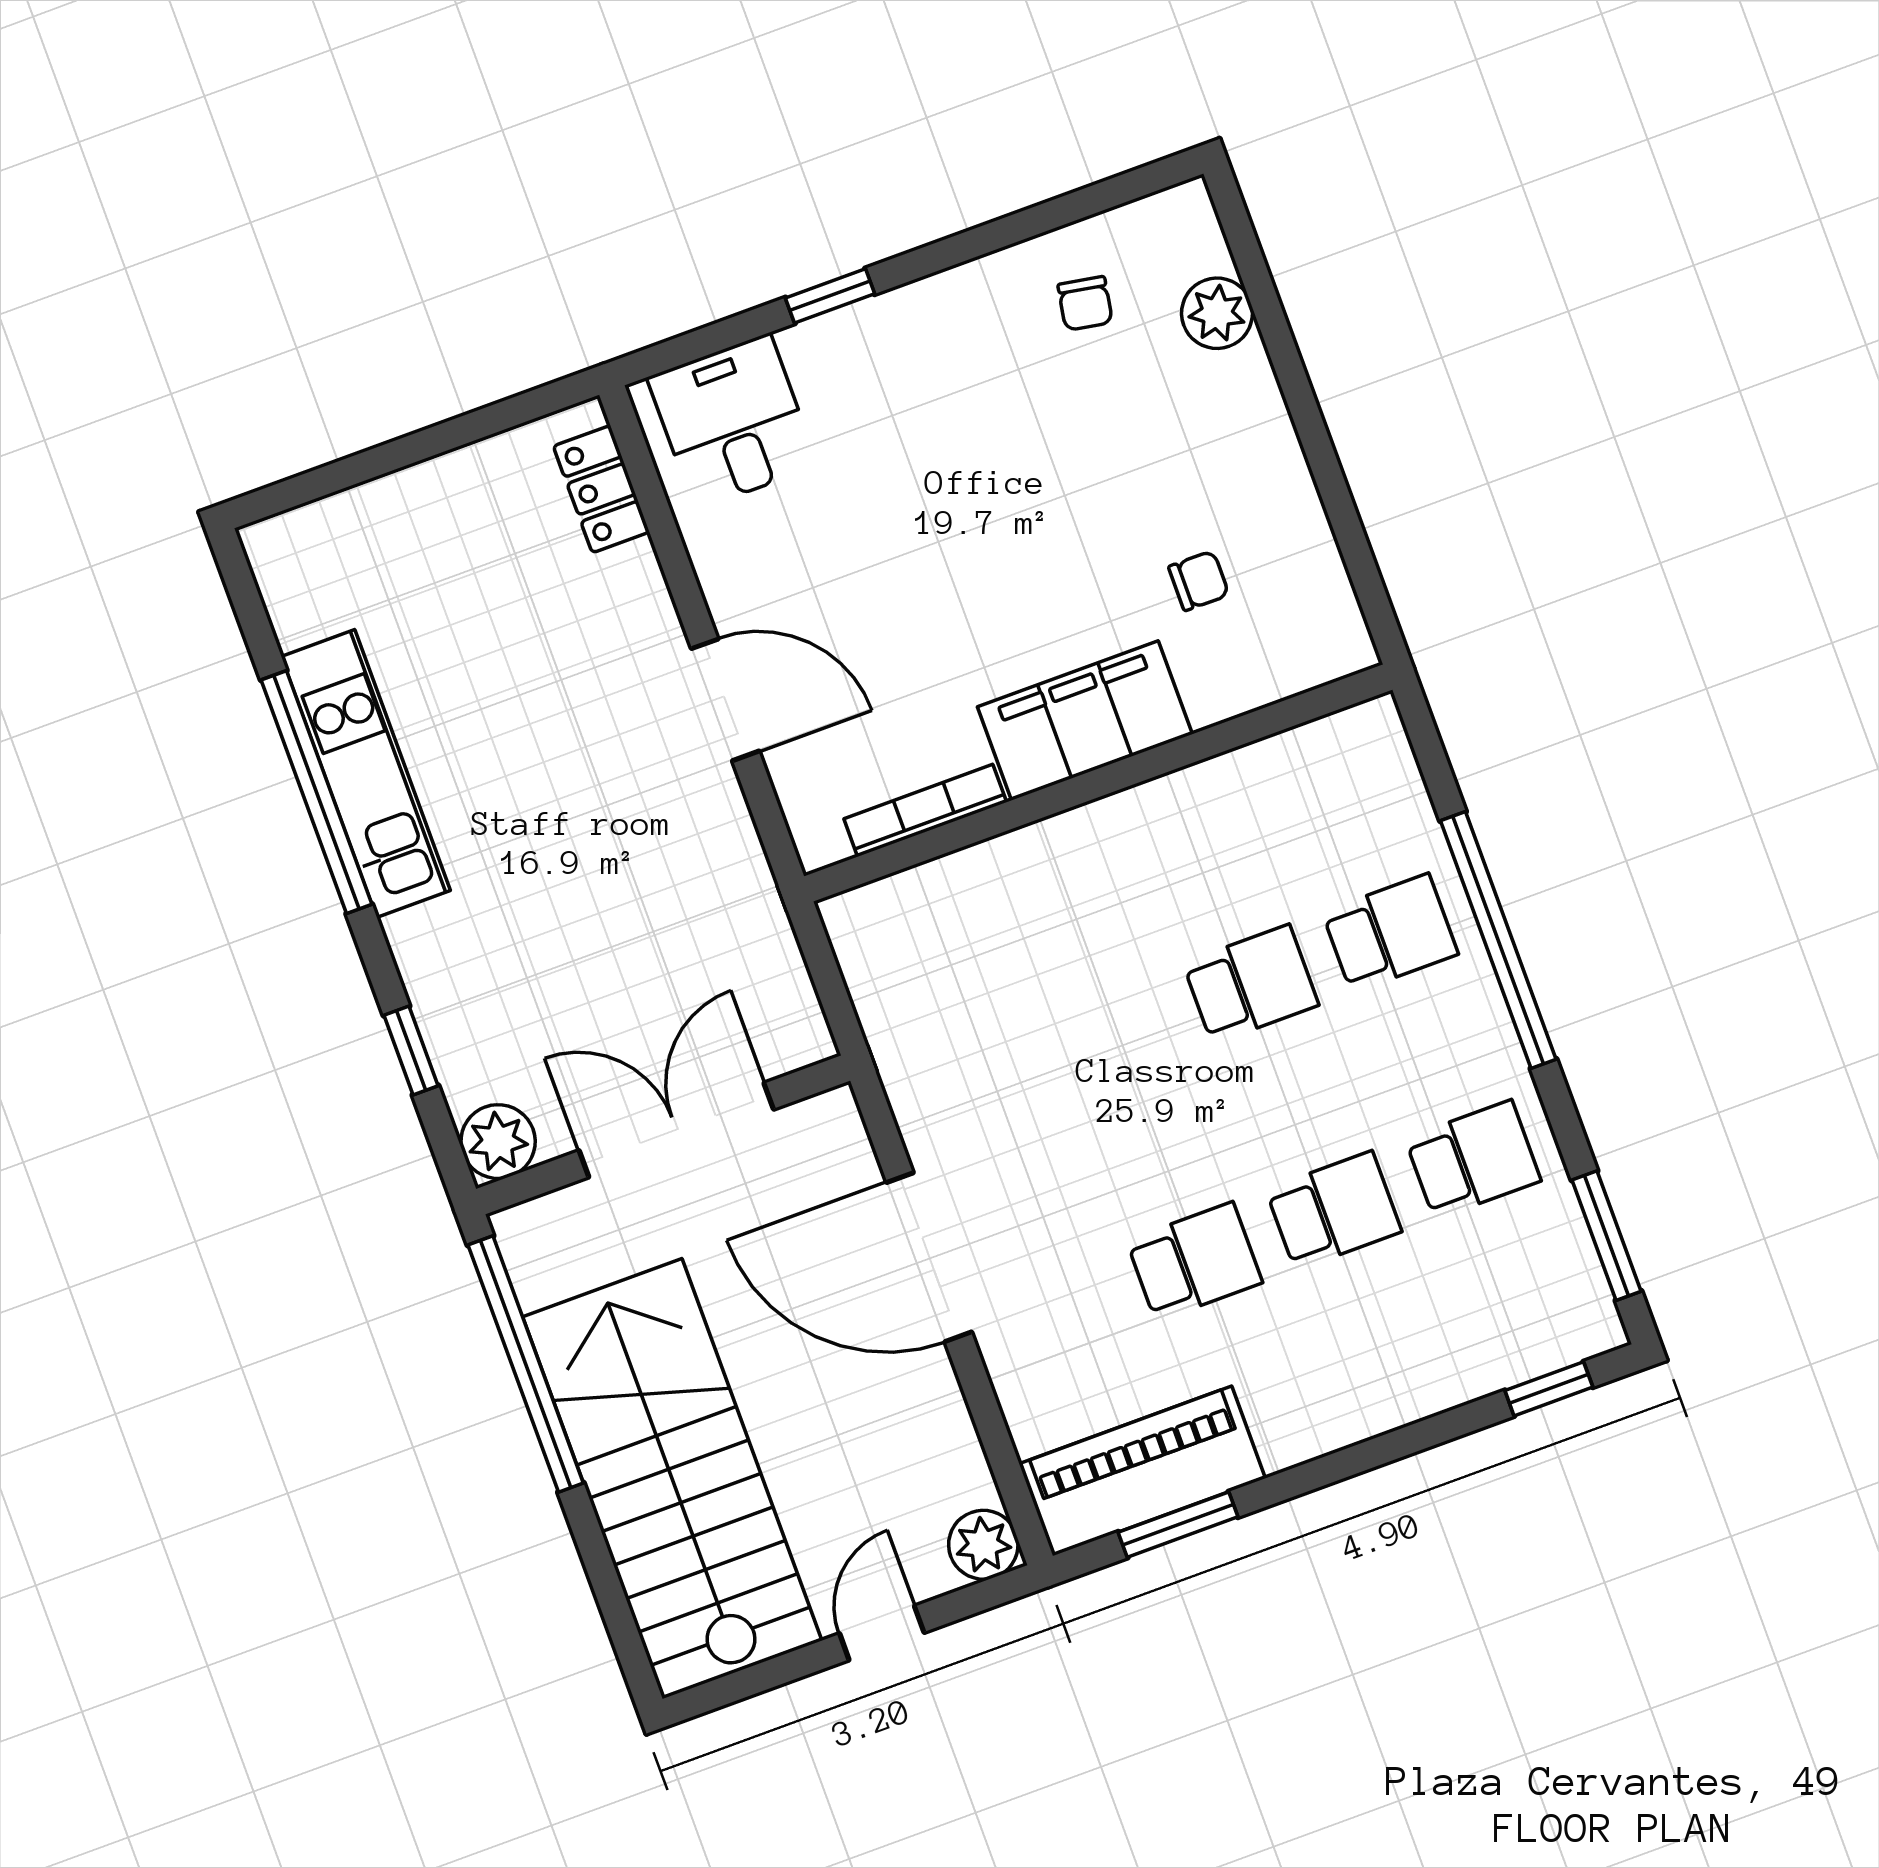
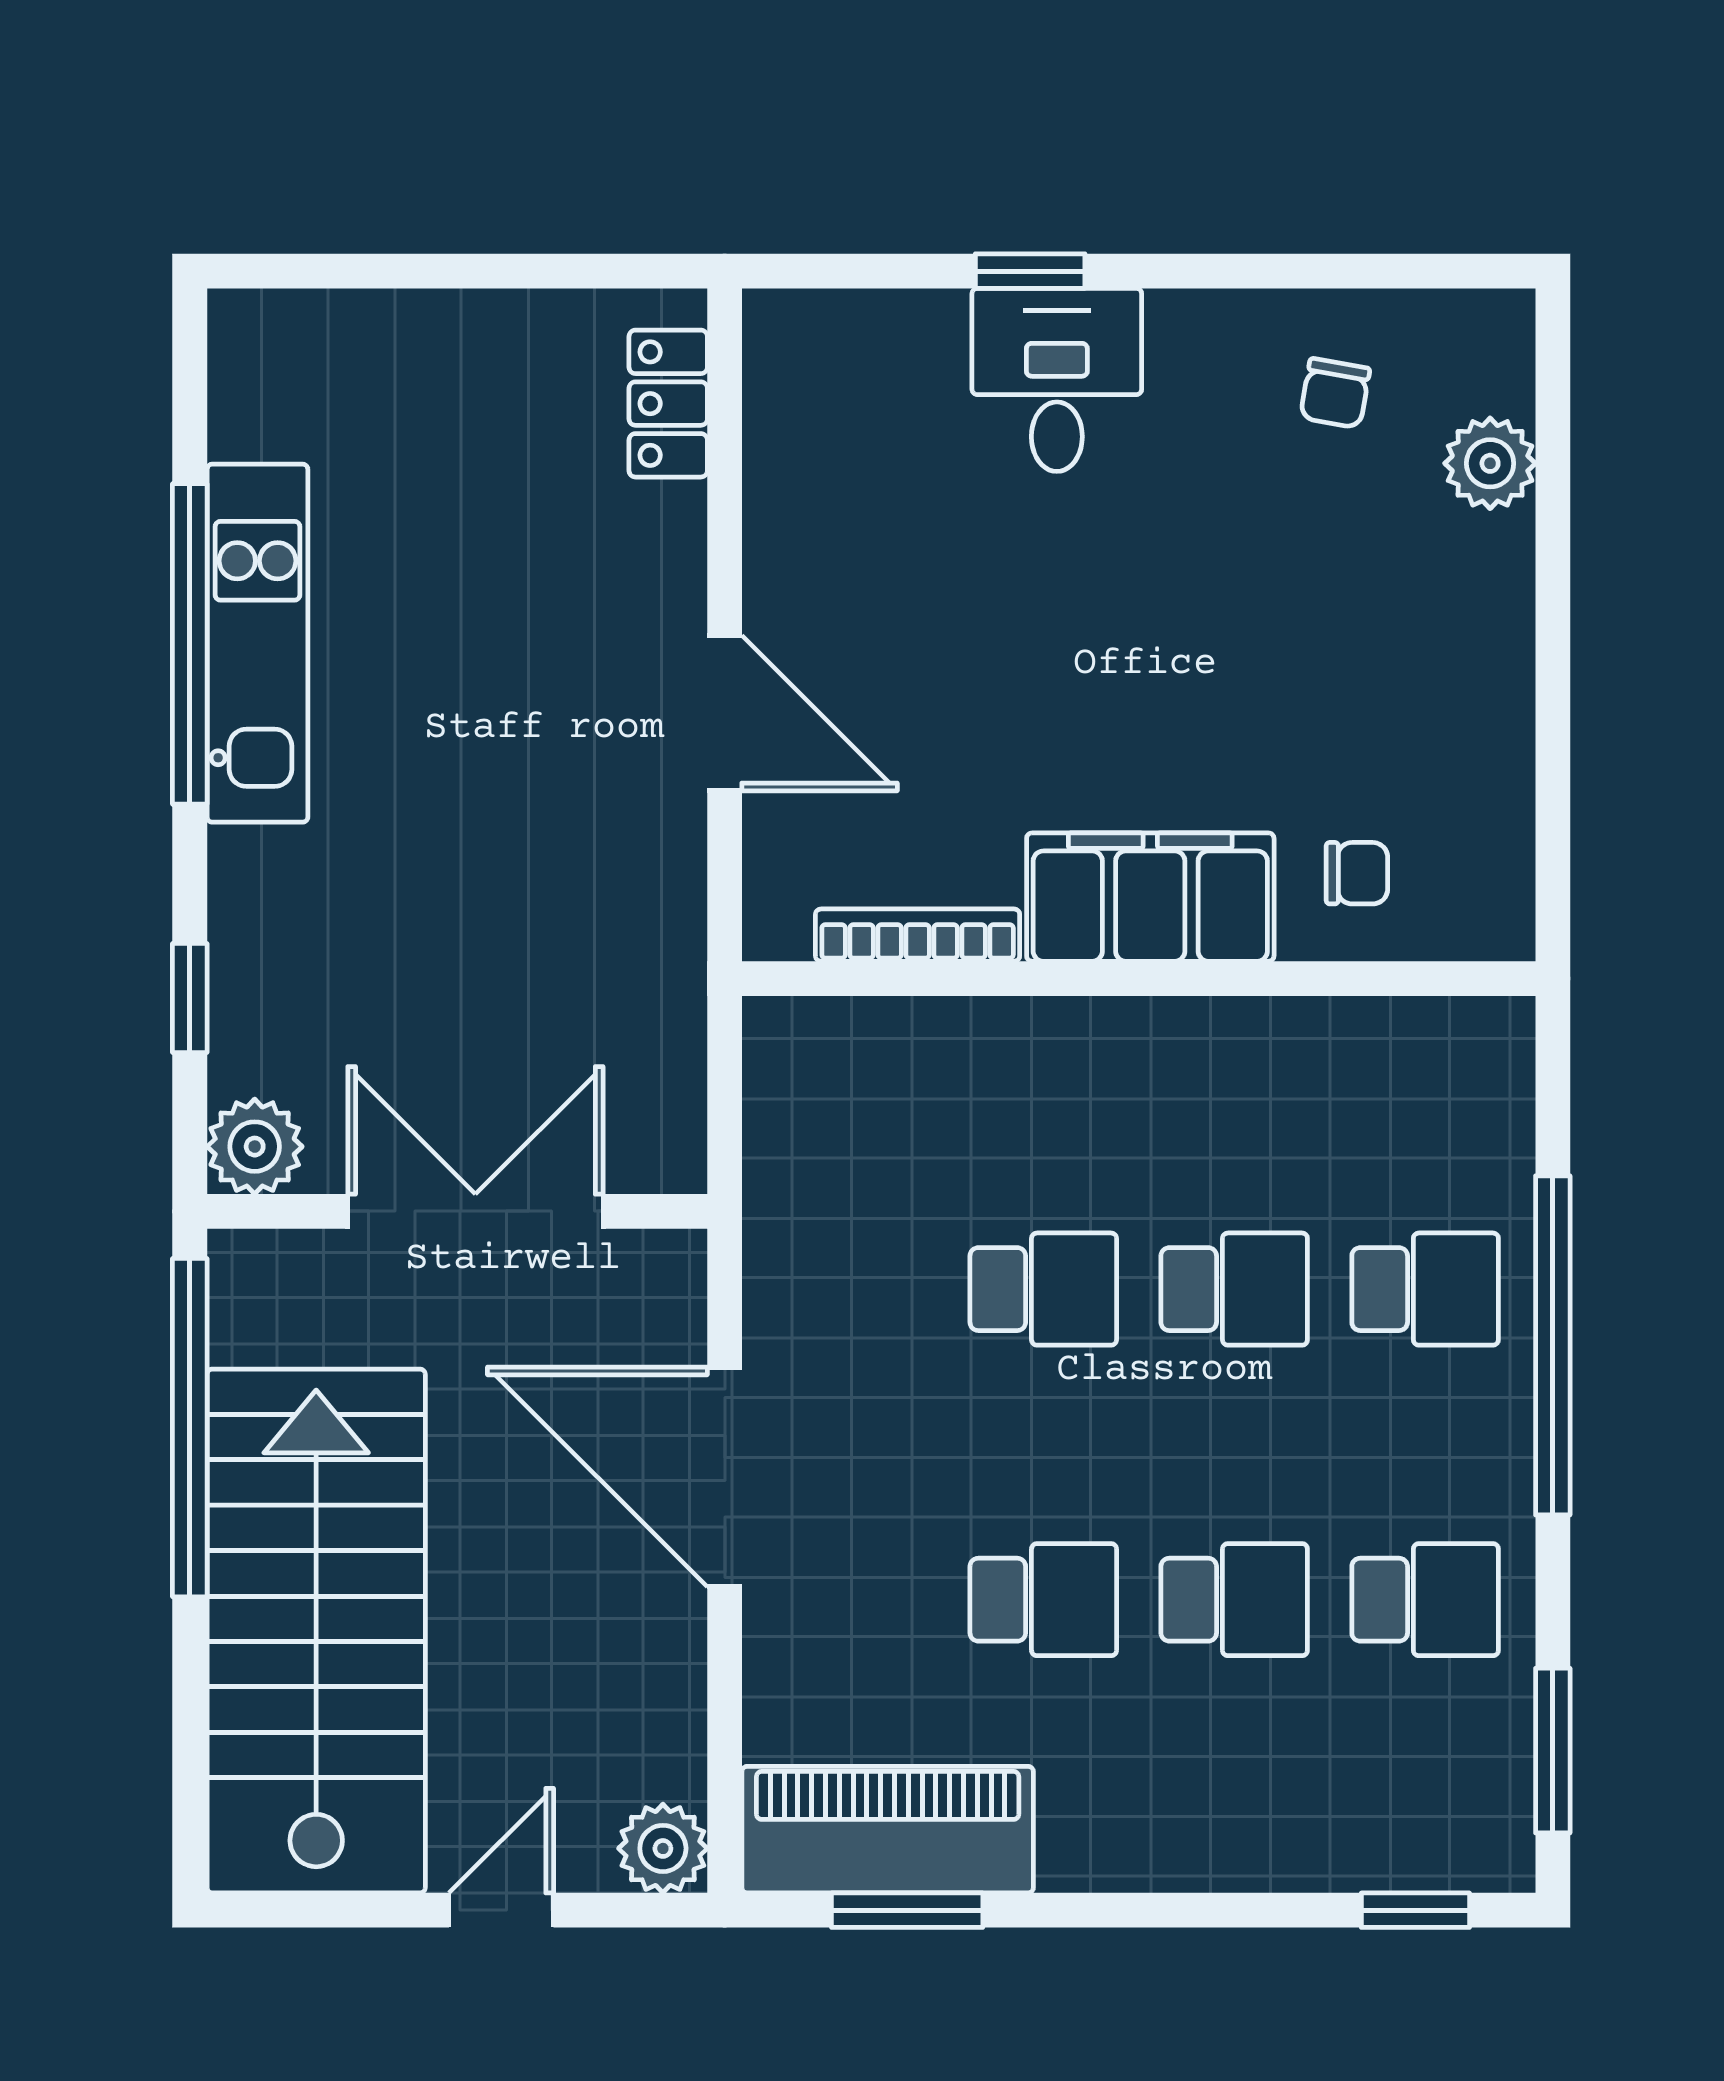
desk: (733, 422) -> (1057, 380), moved
chair: (1199, 581) -> (1357, 873), moved
school desk: (1111, 1035) -> (1043, 1289), added

